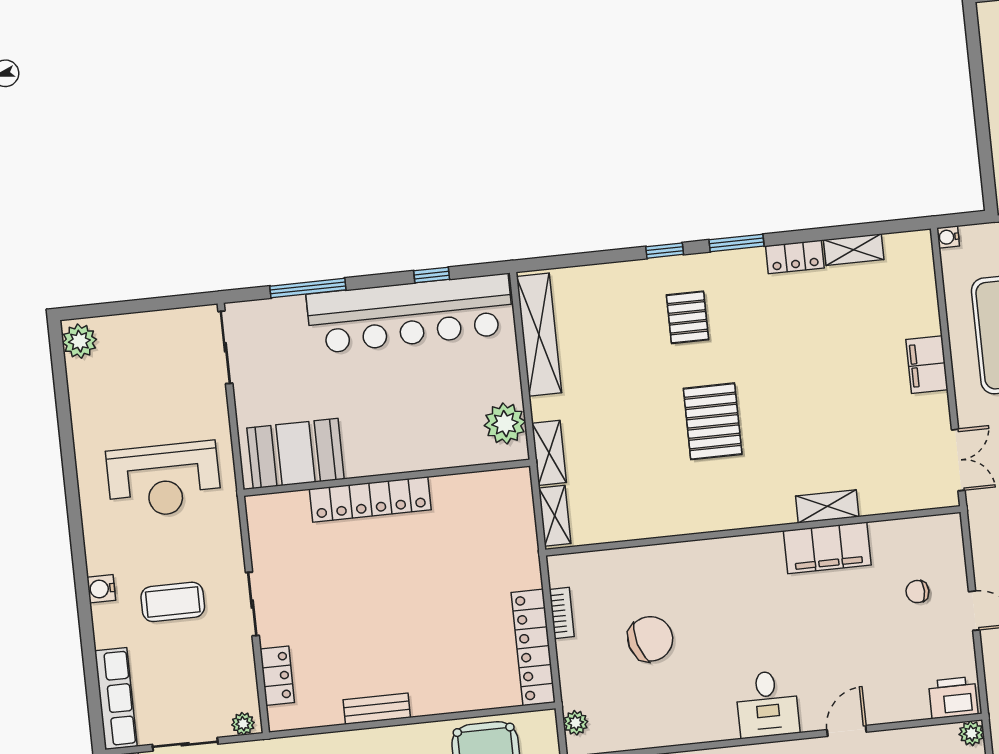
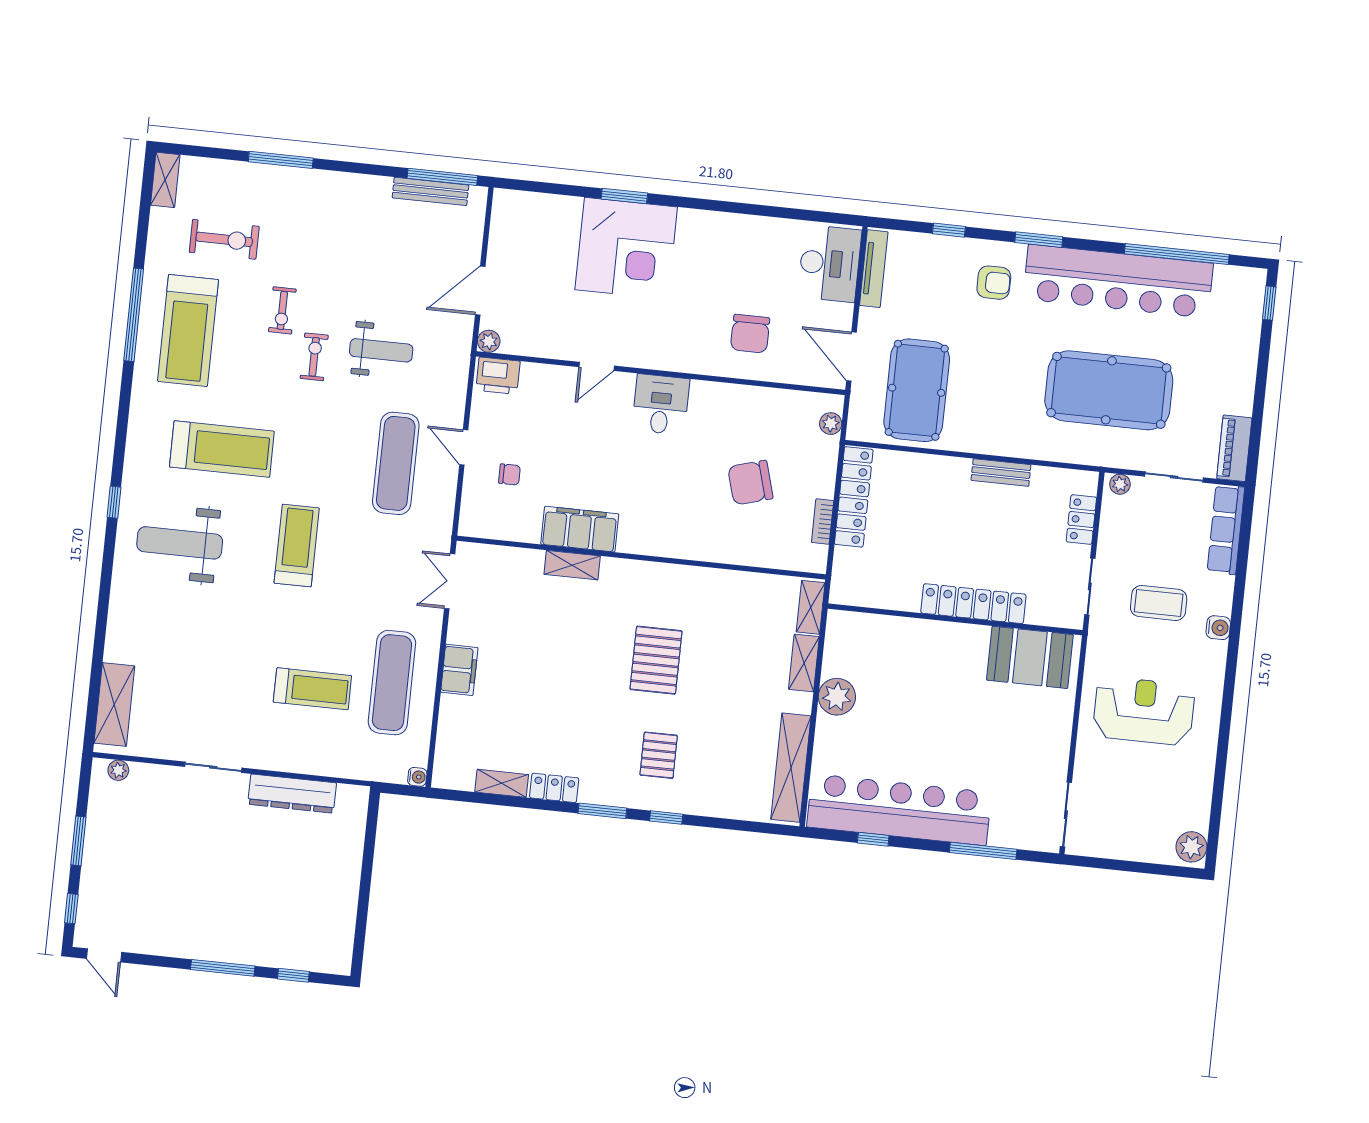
booth: (296, 454) -> (1030, 657), moved
wall: (387, 478) -> (955, 619), moved
locker: (370, 499) -> (973, 604), moved

